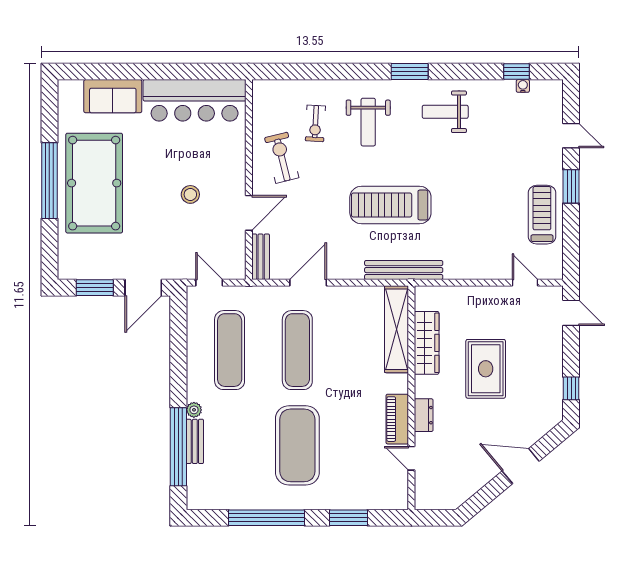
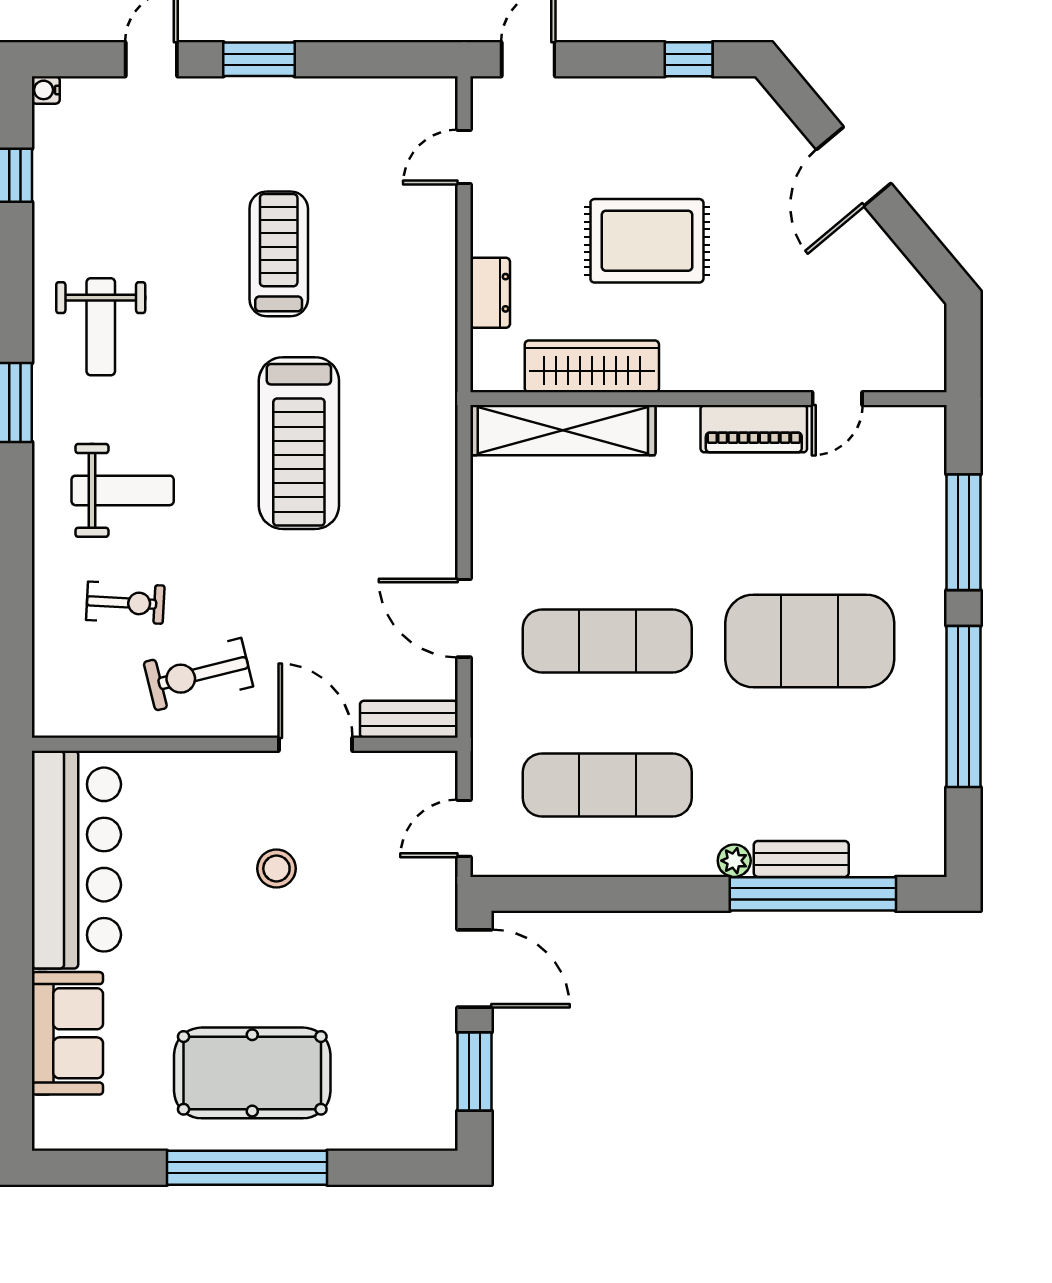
water cooler: (523, 86) -> (46, 90), moved
pool table: (94, 183) -> (252, 1073), width x0.73, depth x0.76
treadmill: (542, 215) -> (279, 254), moved, turned 90
bench: (404, 270) -> (437, 415), removed
dresser: (424, 415) -> (490, 293), moved, turned 90
window: (349, 518) -> (963, 532), width x1.44

